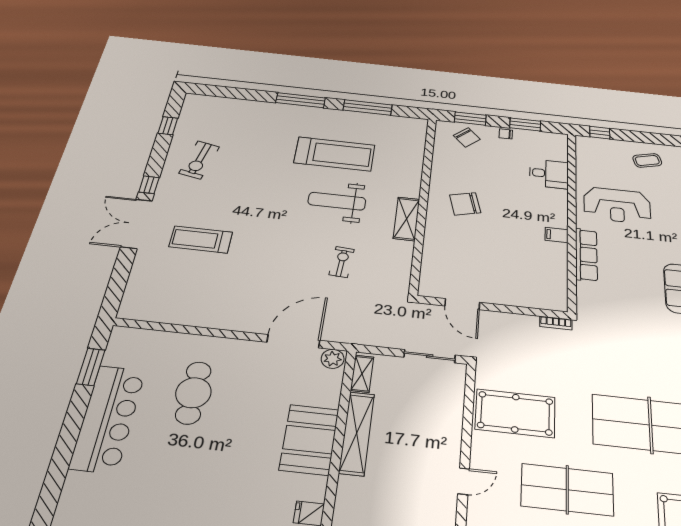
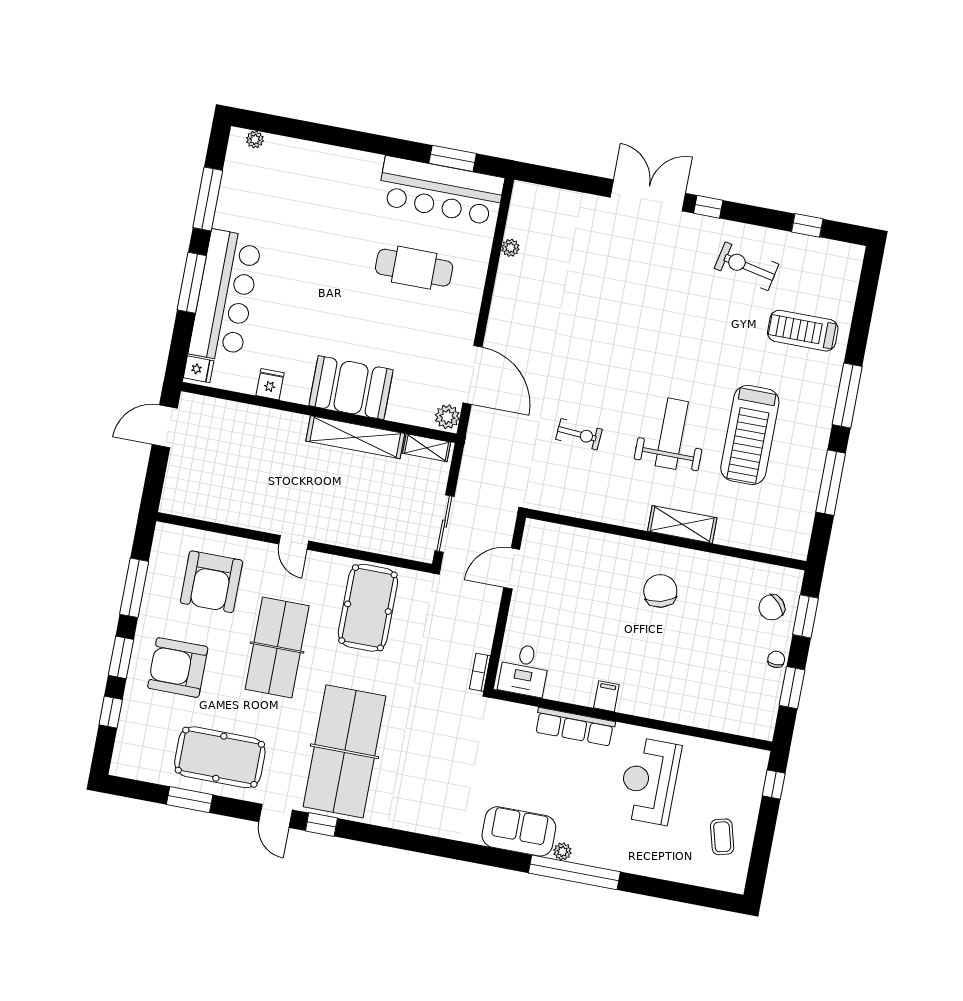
desk: (549, 174) -> (524, 670), moved
shelving: (407, 219) -> (682, 524), moved
treadmill: (201, 239) -> (803, 331), moved, turned -90
plant: (178, 318) -> (510, 248), added
bar counter: (108, 418) -> (441, 191), moved

